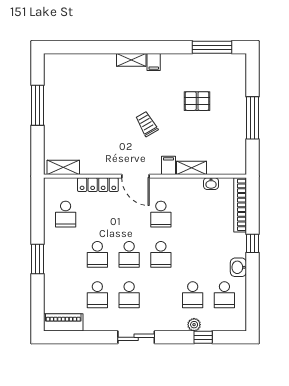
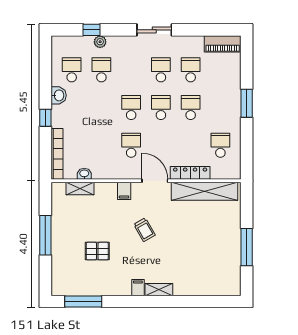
shelving: (63, 167) -> (204, 191), width x2.20, depth x1.33
shelving: (192, 168) -> (80, 189), moved

